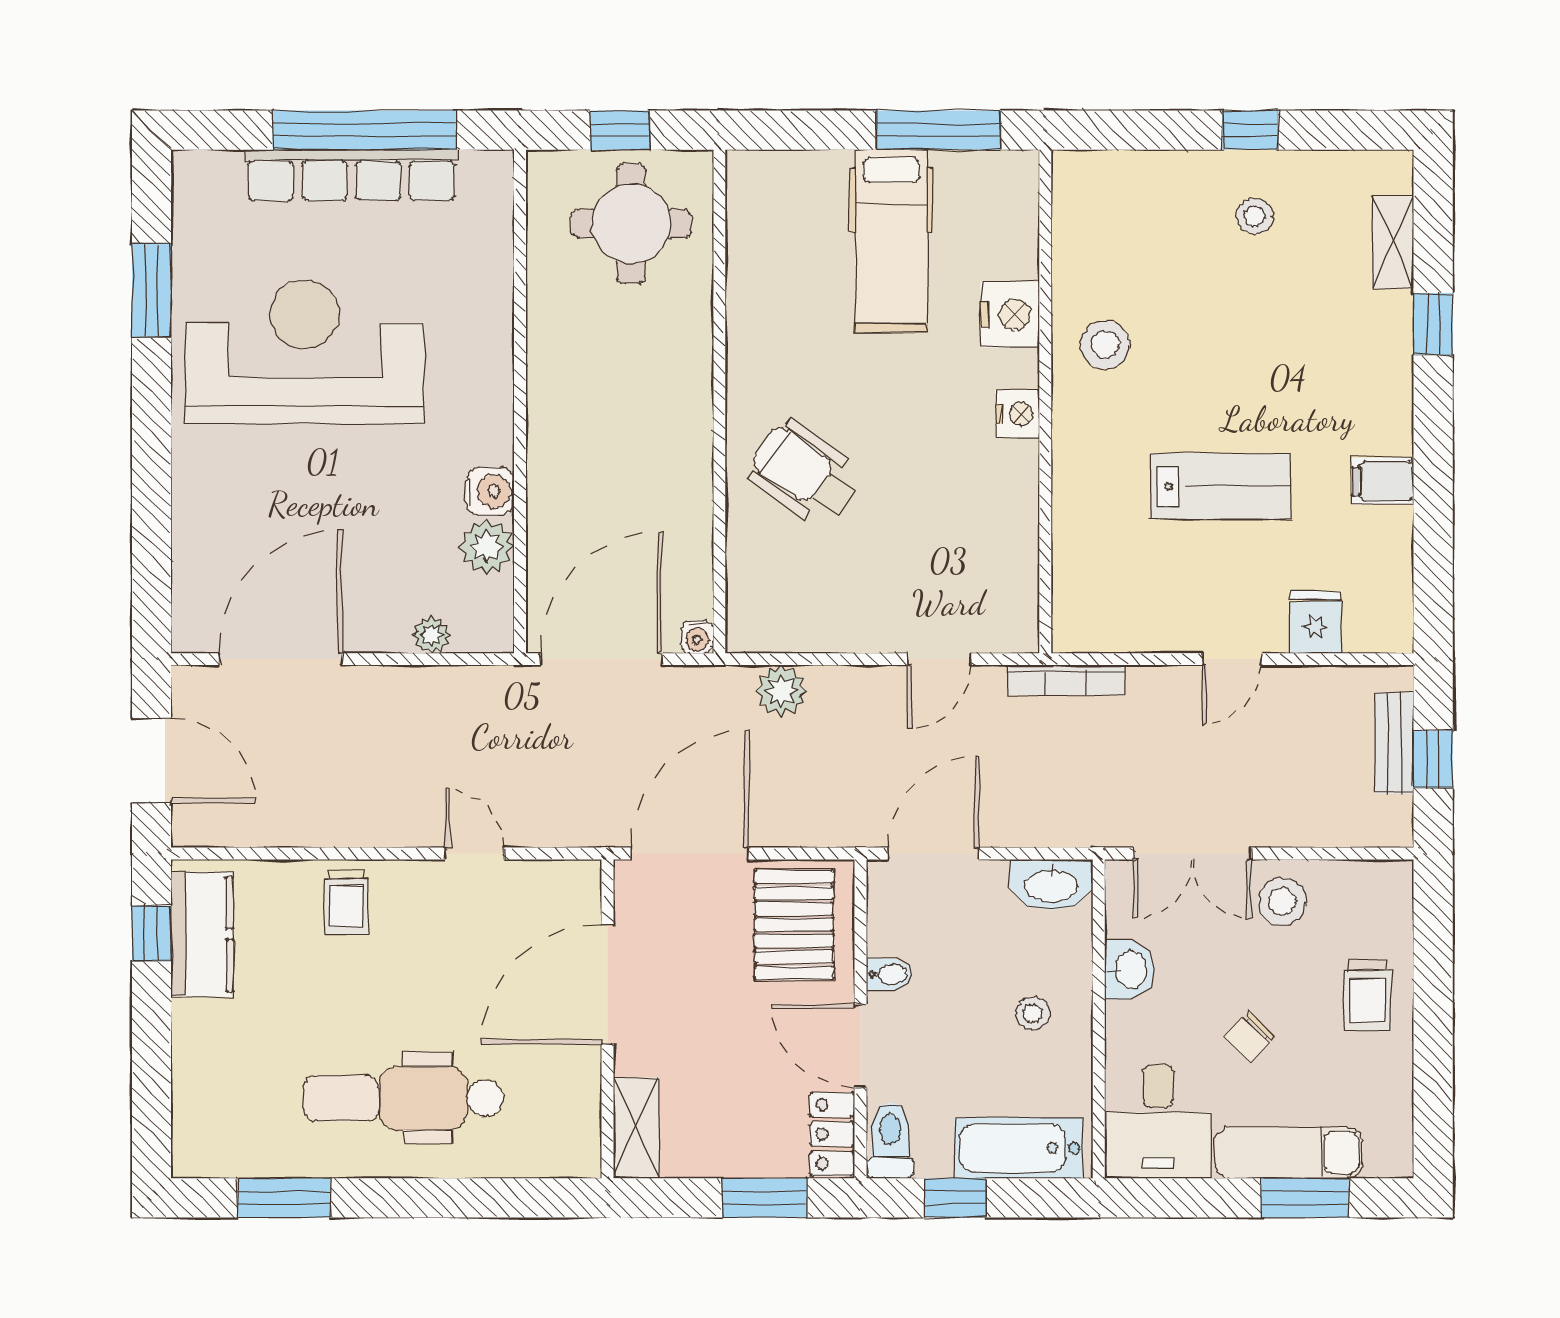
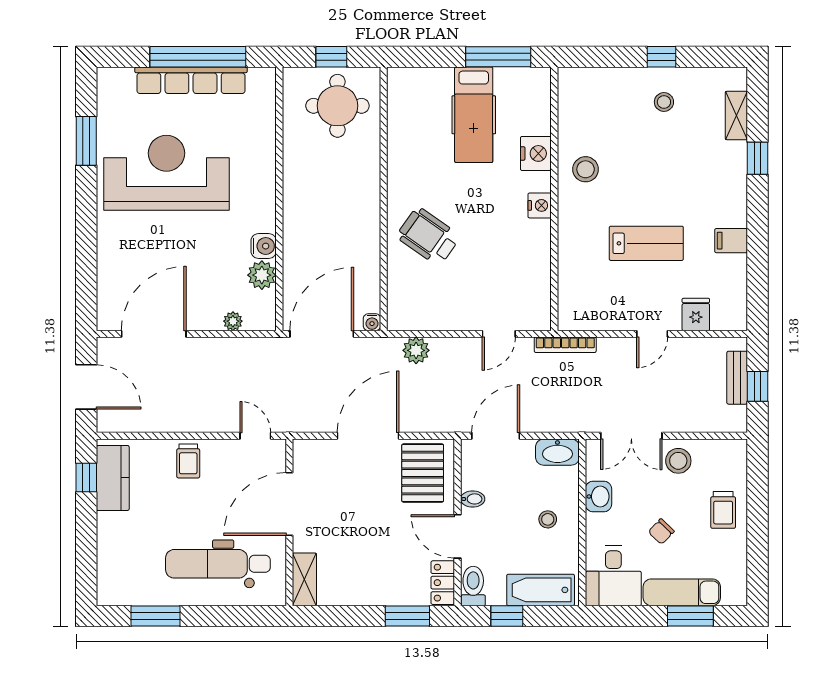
door: (608, 984) -> (289, 504), moved
wall: (608, 1019) -> (289, 522), moved
shelving: (636, 1128) -> (304, 579), moved

